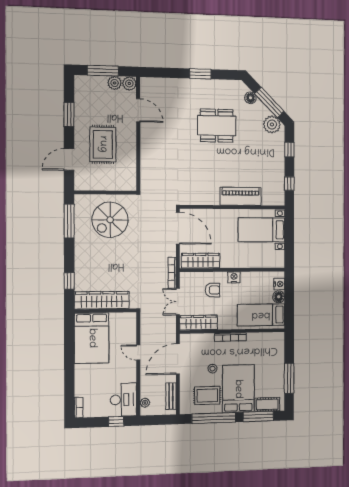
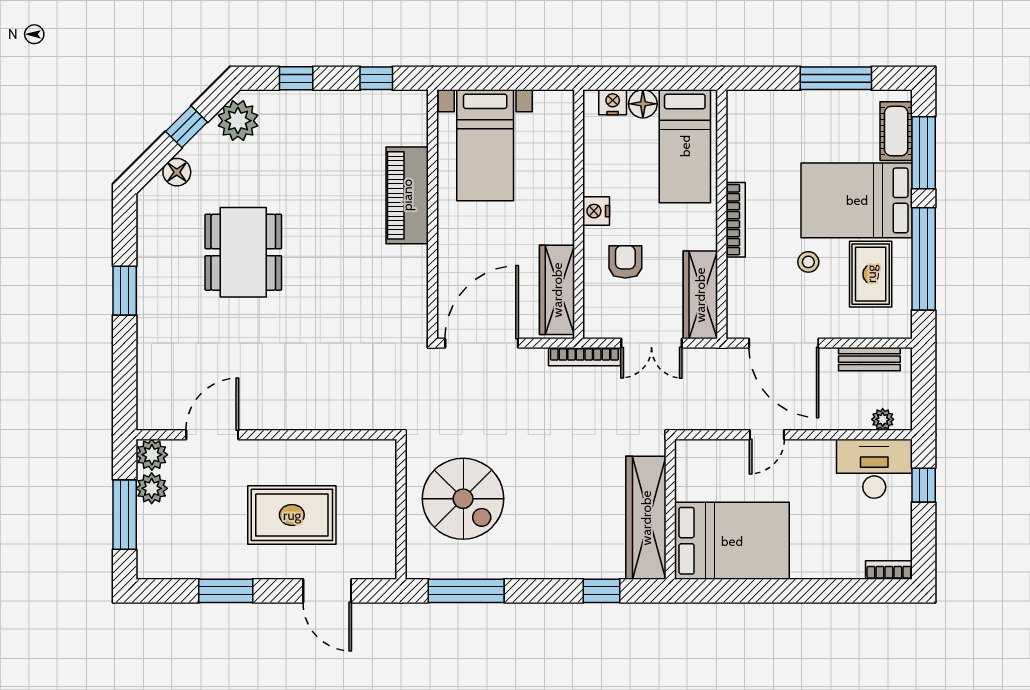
window: (269, 103) -> (186, 127), width x0.46

